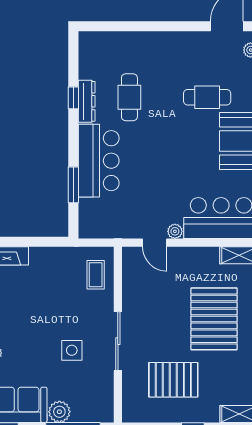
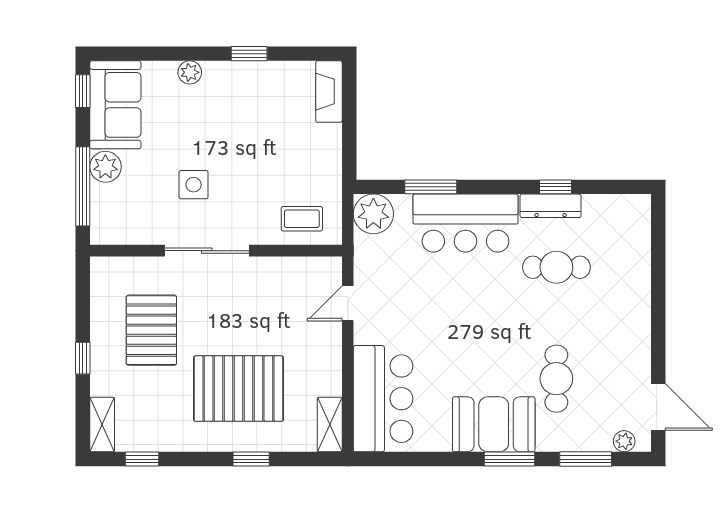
plant: (175, 231) -> (373, 214), moved, width x1.88, depth x1.88

